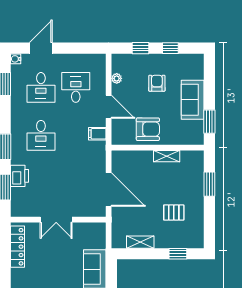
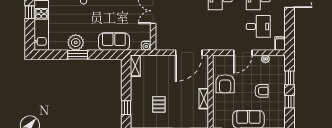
filing cabinet: (97, 134) -> (280, 44), moved
door: (109, 190) -> (189, 53), moved
water cooler: (100, 228) -> (146, 46), added
shelving: (140, 242) -> (135, 66), moved

